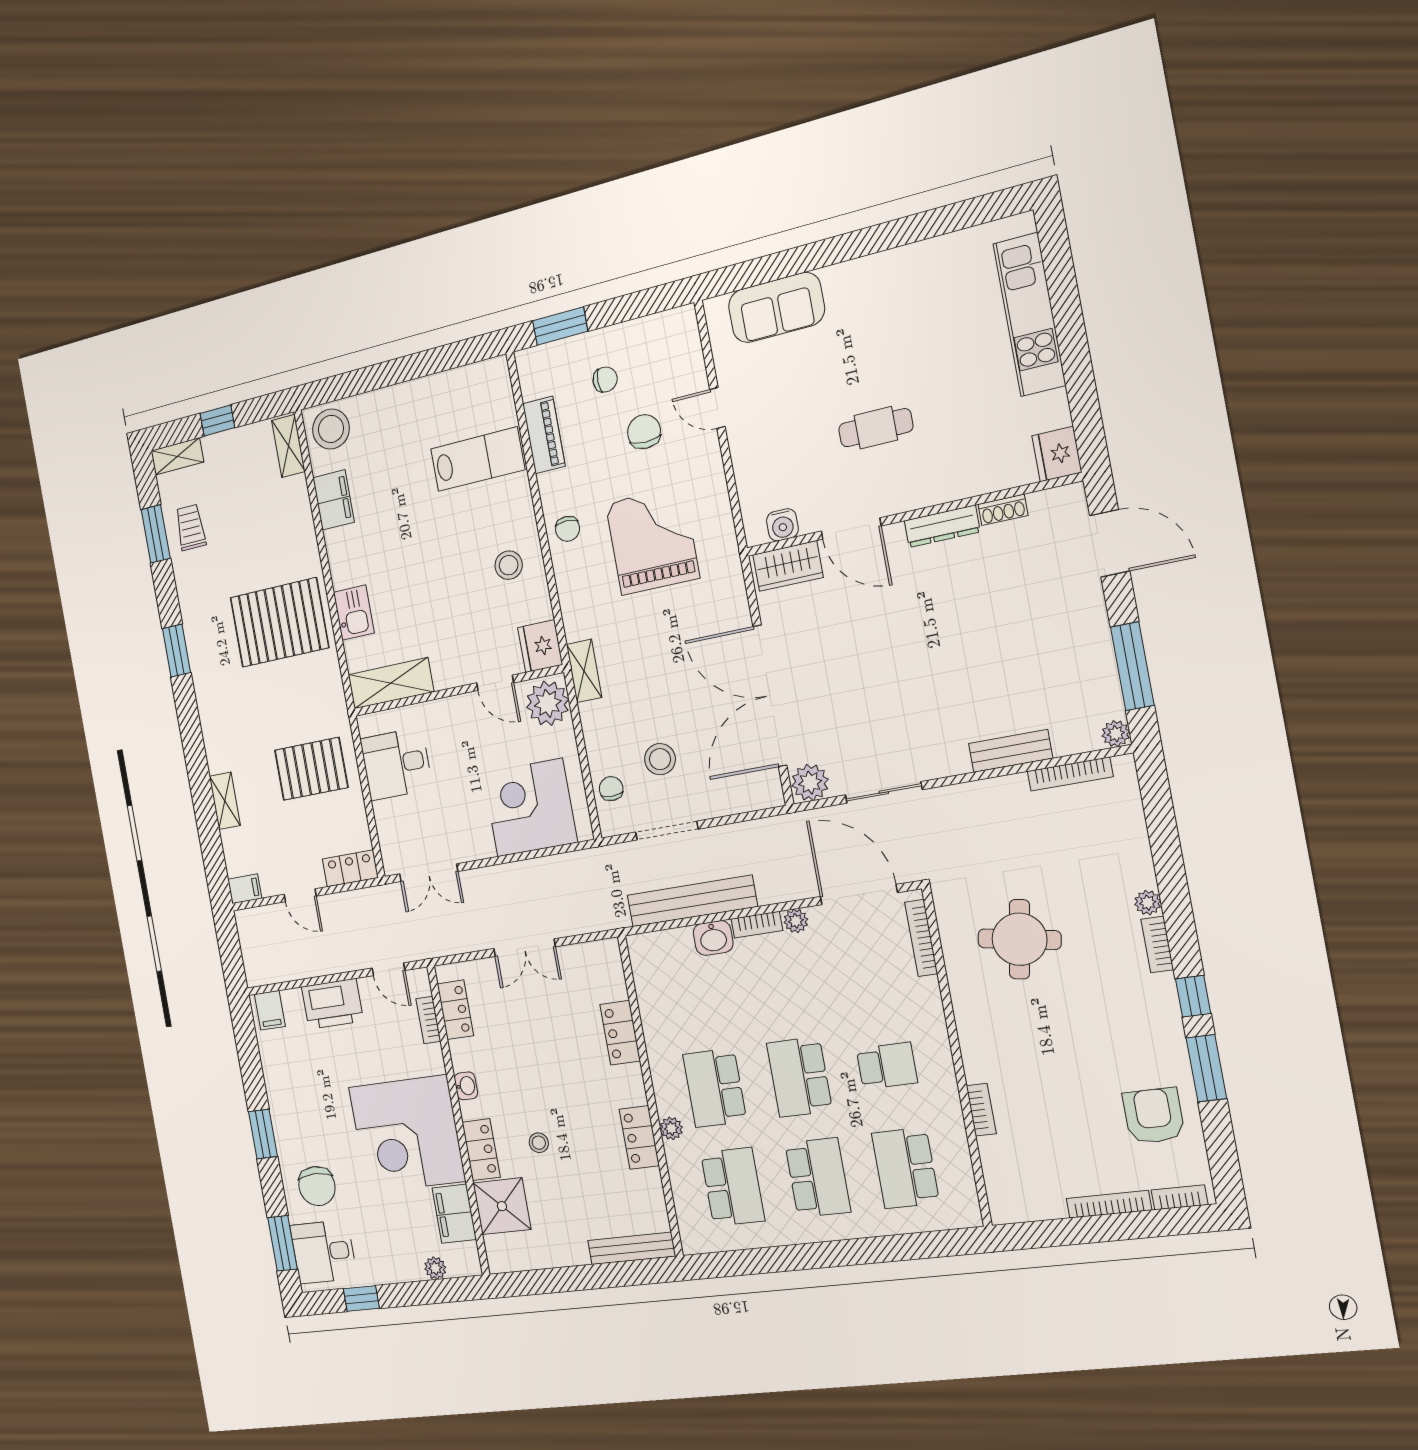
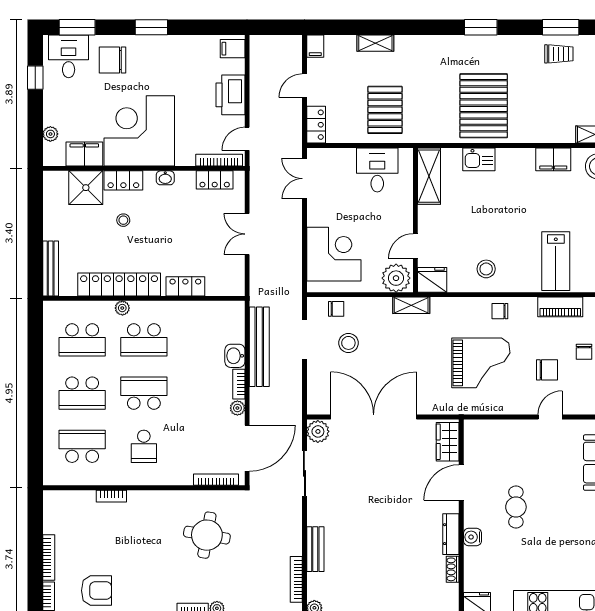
water cooler: (782, 525) -> (472, 537), moved
bookcase: (428, 1020) -> (219, 160), width x1.56
school desk: (715, 1088) -> (144, 340), turned 180
locker: (639, 1137) -> (119, 284), width x2.16, depth x1.21

